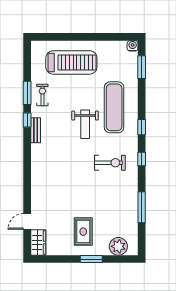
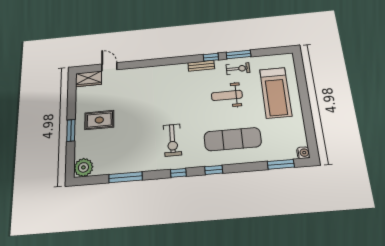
weight bench: (85, 124) -> (227, 95), moved
plant: (118, 246) -> (83, 167), moved

